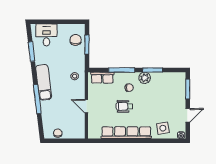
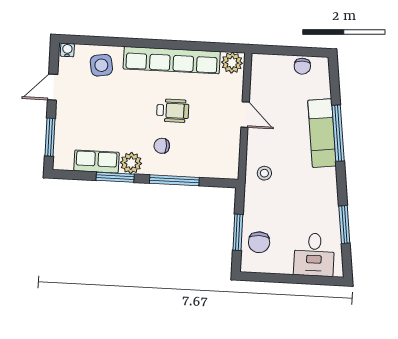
row of seats: (102, 78) -> (96, 162), moved
exam couch: (44, 82) -> (322, 133), moved
plant: (95, 133) -> (232, 63), added

